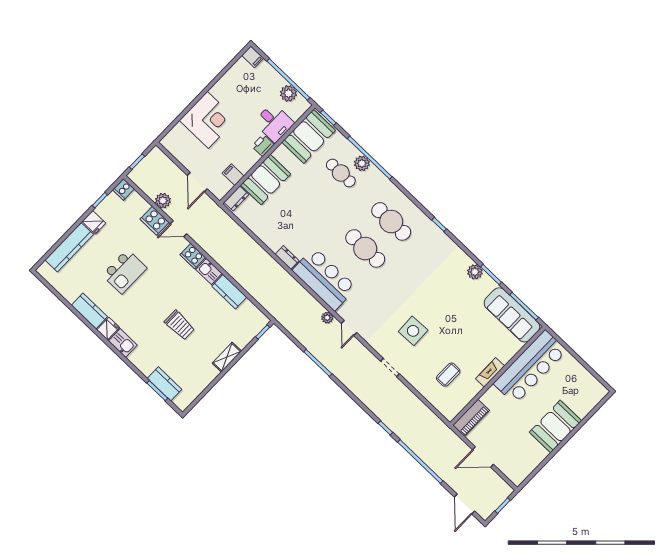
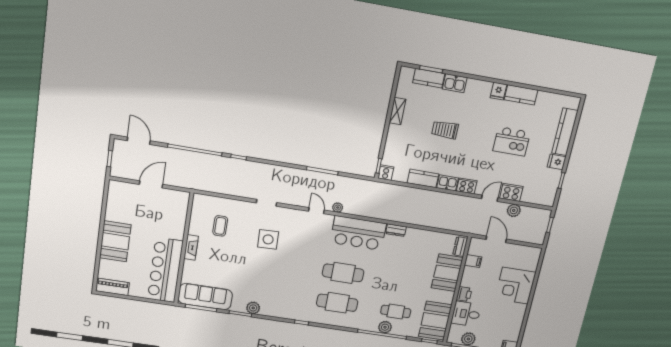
cooker: (124, 189) -> (386, 173), moved
kitchen island: (124, 272) -> (512, 141), turned -90
kitchen sink: (123, 343) -> (455, 83), moved
shelving: (227, 357) -> (397, 111), moved
piano: (471, 418) -> (112, 287), moved, turned 90

